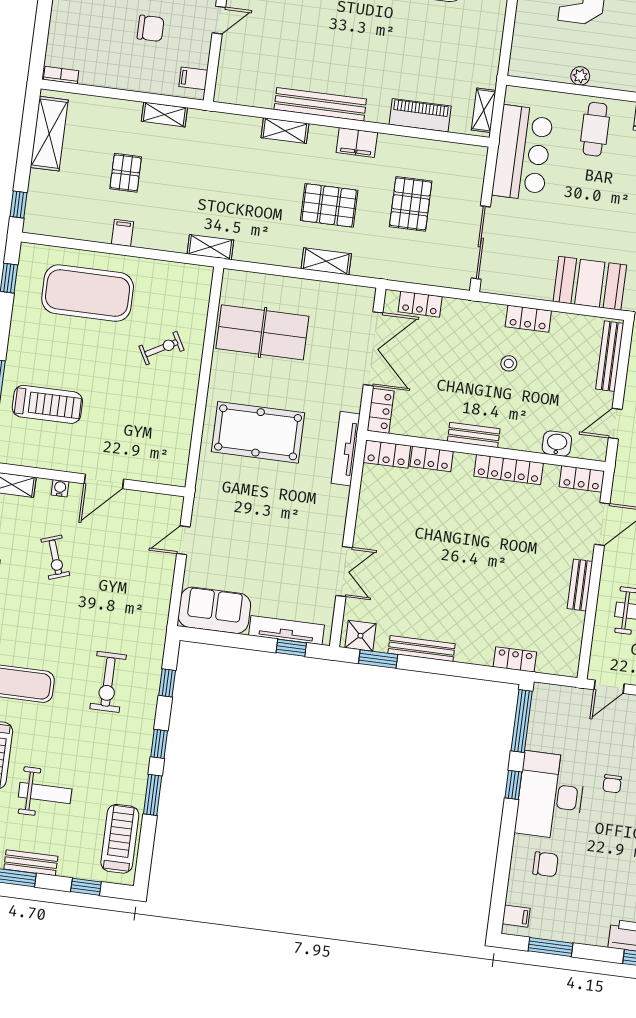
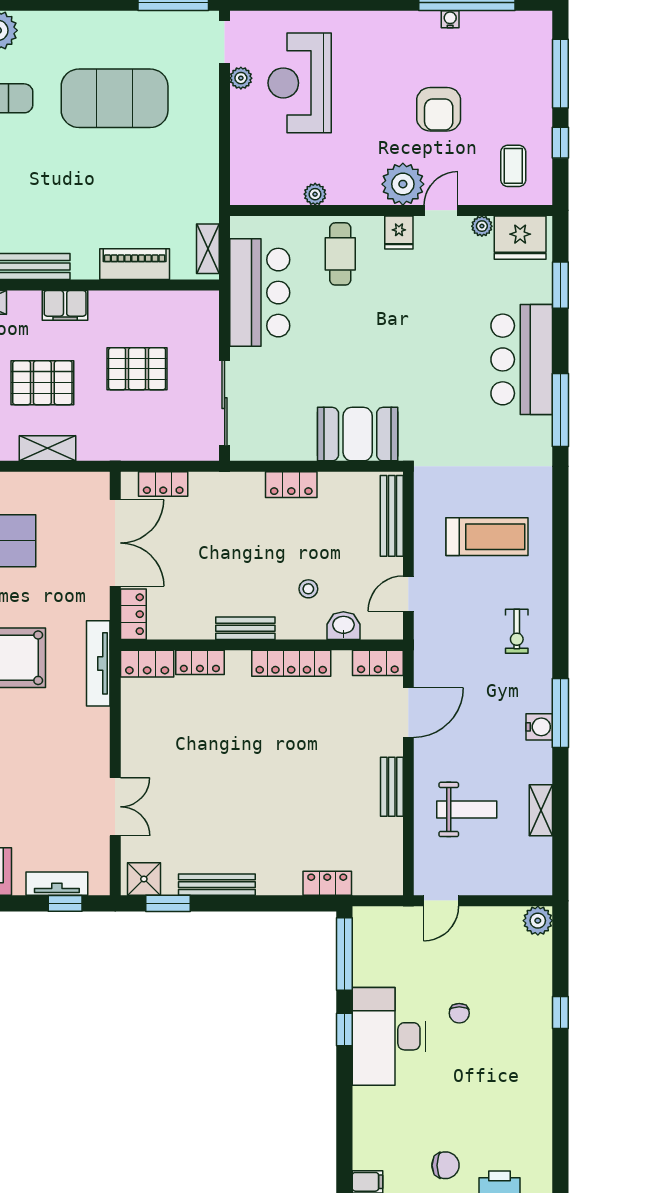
pallet: (411, 204) -> (137, 369), turned 90
stool: (509, 363) -> (308, 589), moved
tv unit: (286, 630) -> (57, 884), width x0.71
chair: (545, 864) -> (445, 1165), moved

